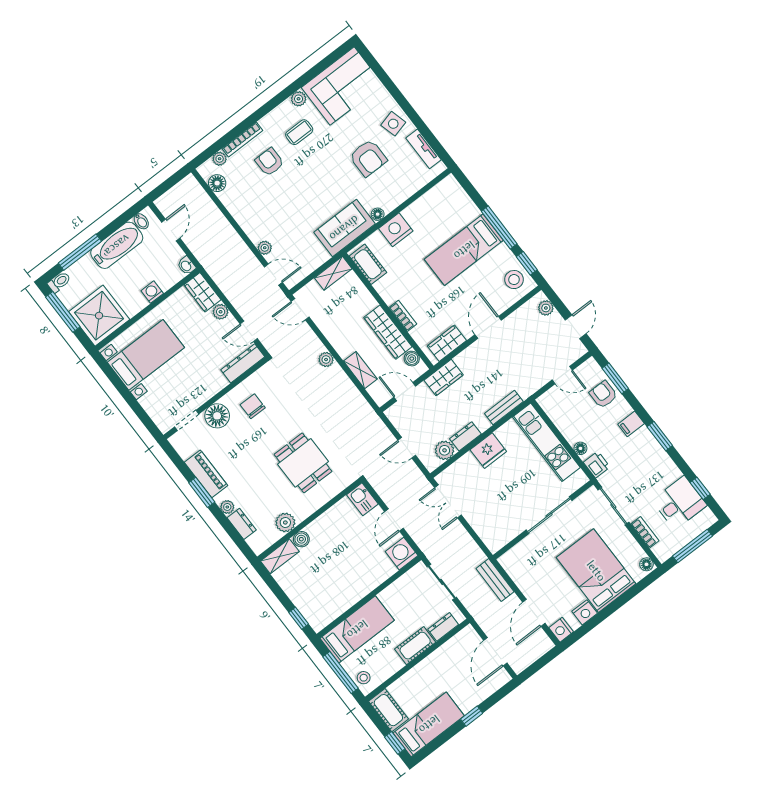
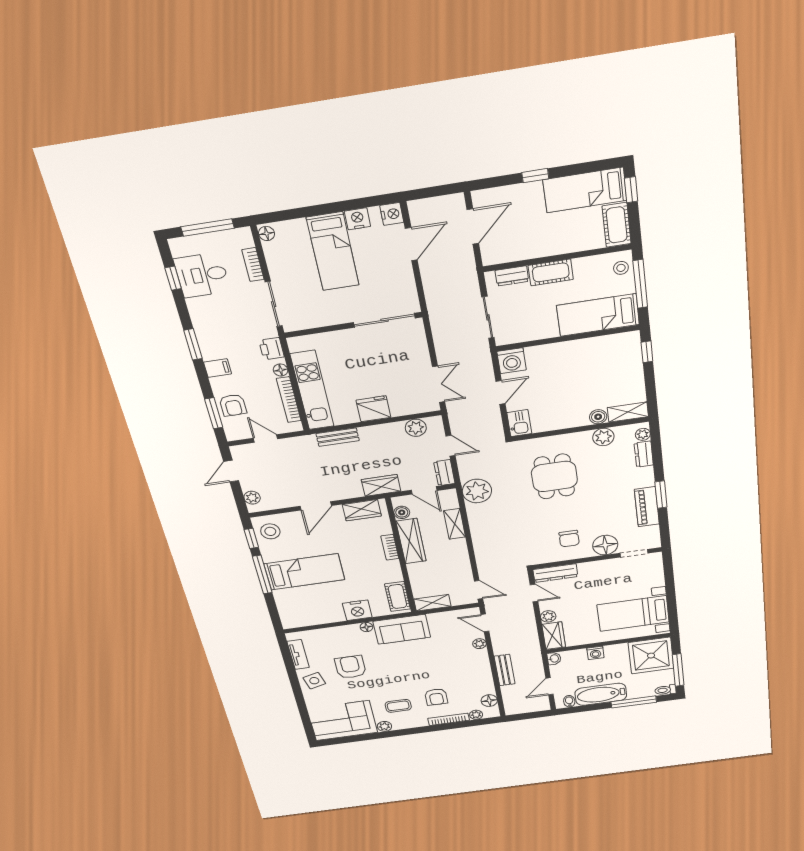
plant: (326, 360) -> (477, 491), moved, width x1.88, depth x1.88
bookcase: (561, 423) -> (289, 400), added
dresser: (465, 436) -> (444, 473), moved, turned 90
plant: (227, 507) -> (643, 434), moved
sliding door: (549, 515) -> (384, 320), moved
bed: (596, 571) -> (333, 251), width x0.67
bench: (495, 580) -> (505, 670), moved

